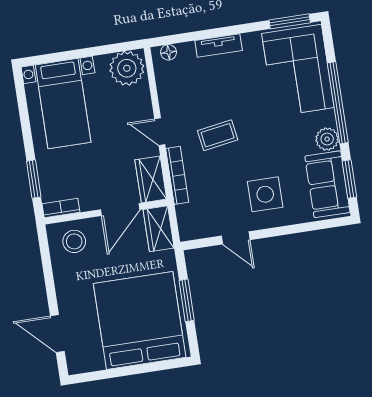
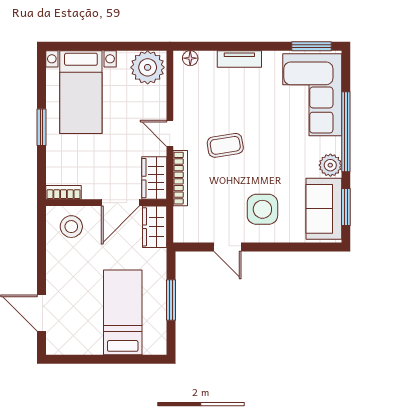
window: (34, 179) -> (42, 127), moved
bed: (140, 320) -> (123, 312), width x0.49

